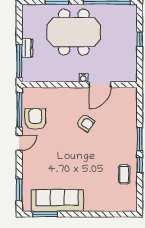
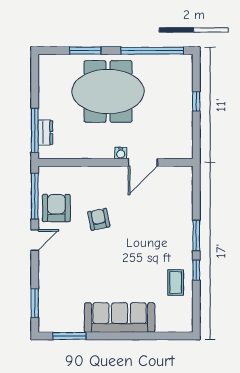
dresser: (27, 48) -> (45, 133), moved
armchair: (86, 123) -> (99, 219), moved, turned -136
sofa: (57, 200) -> (120, 318), moved

